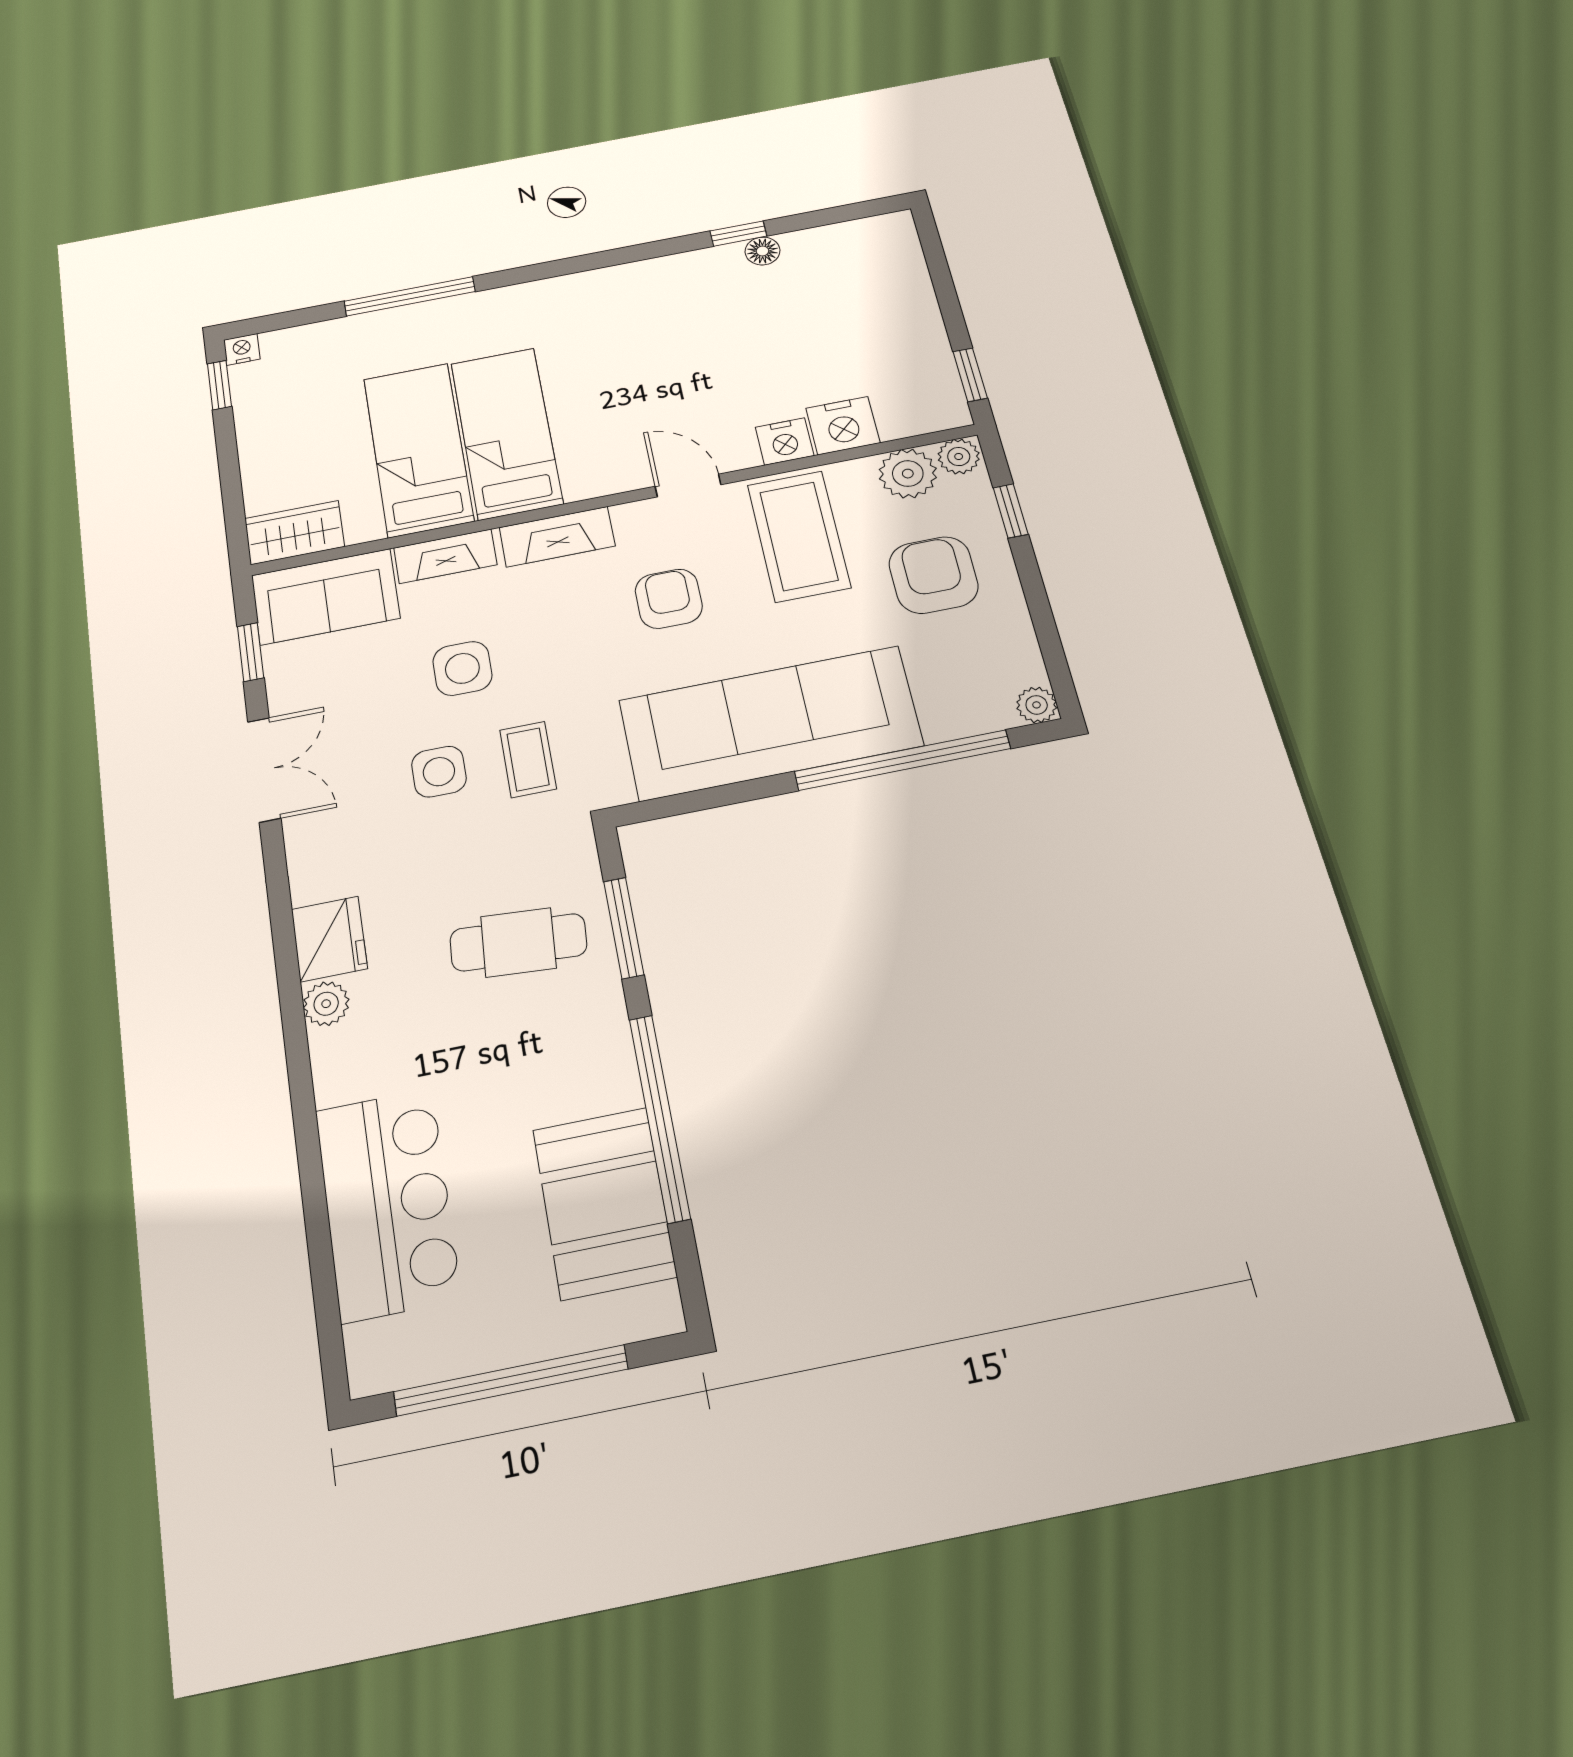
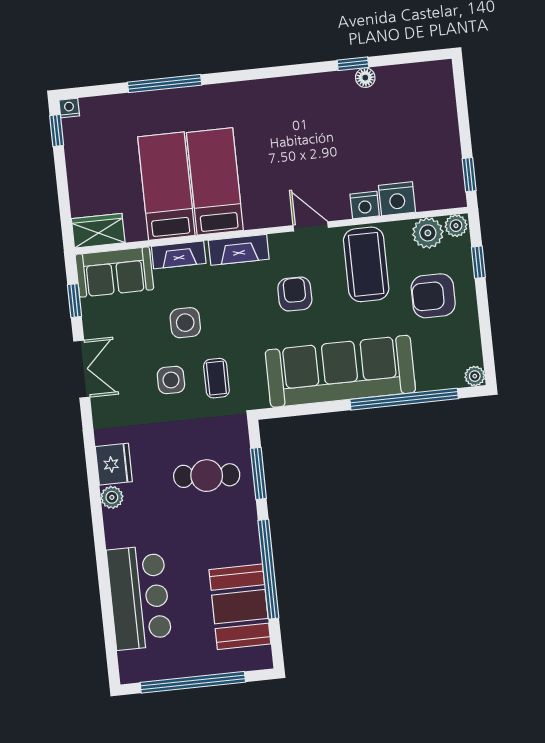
armchair: (933, 575) -> (433, 296), turned -90

